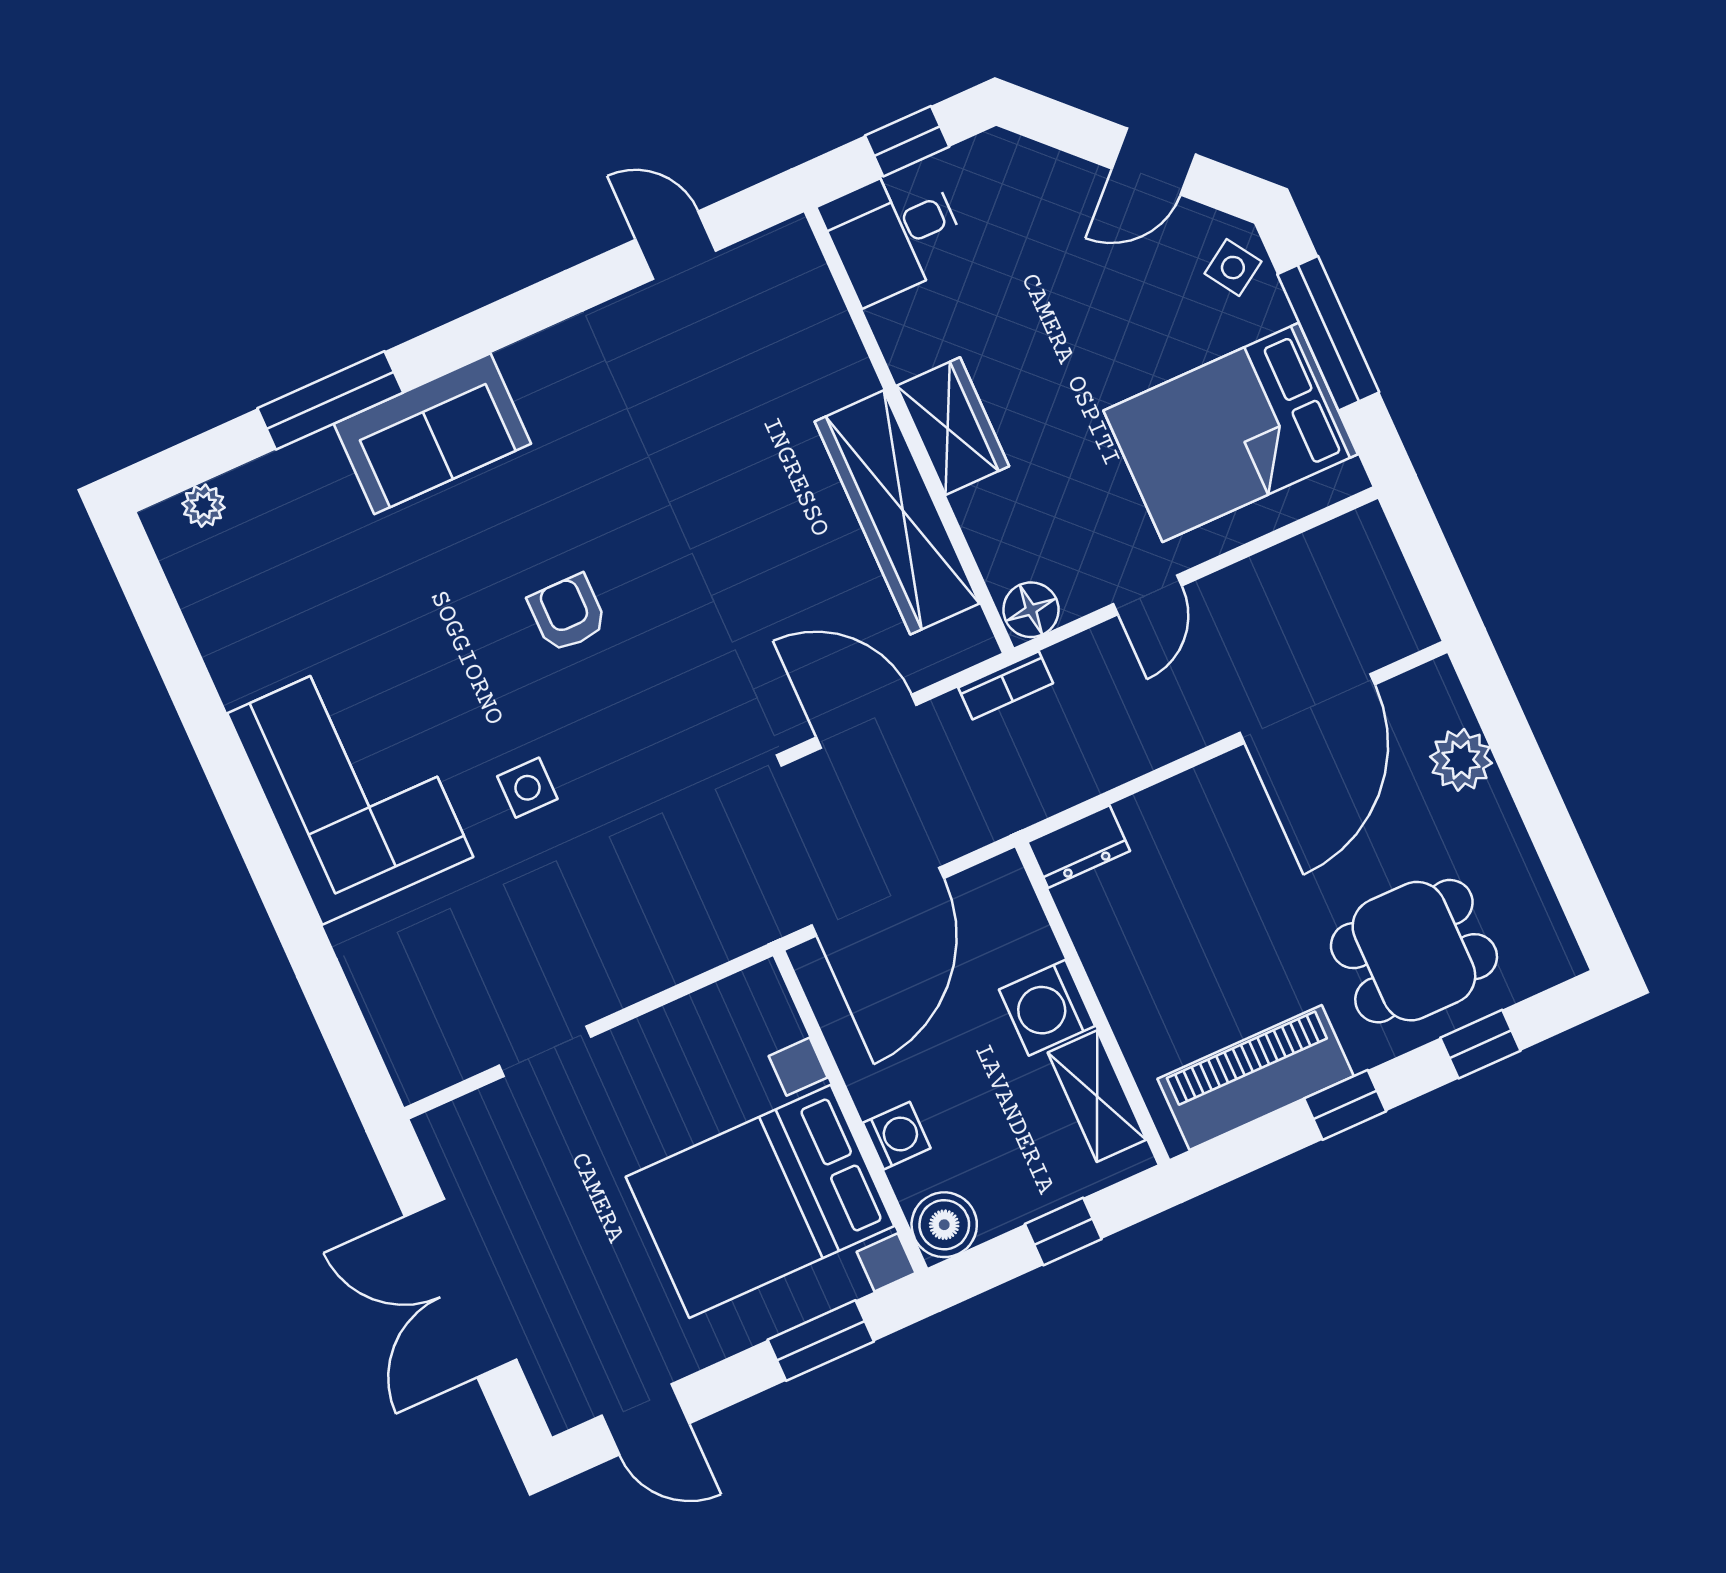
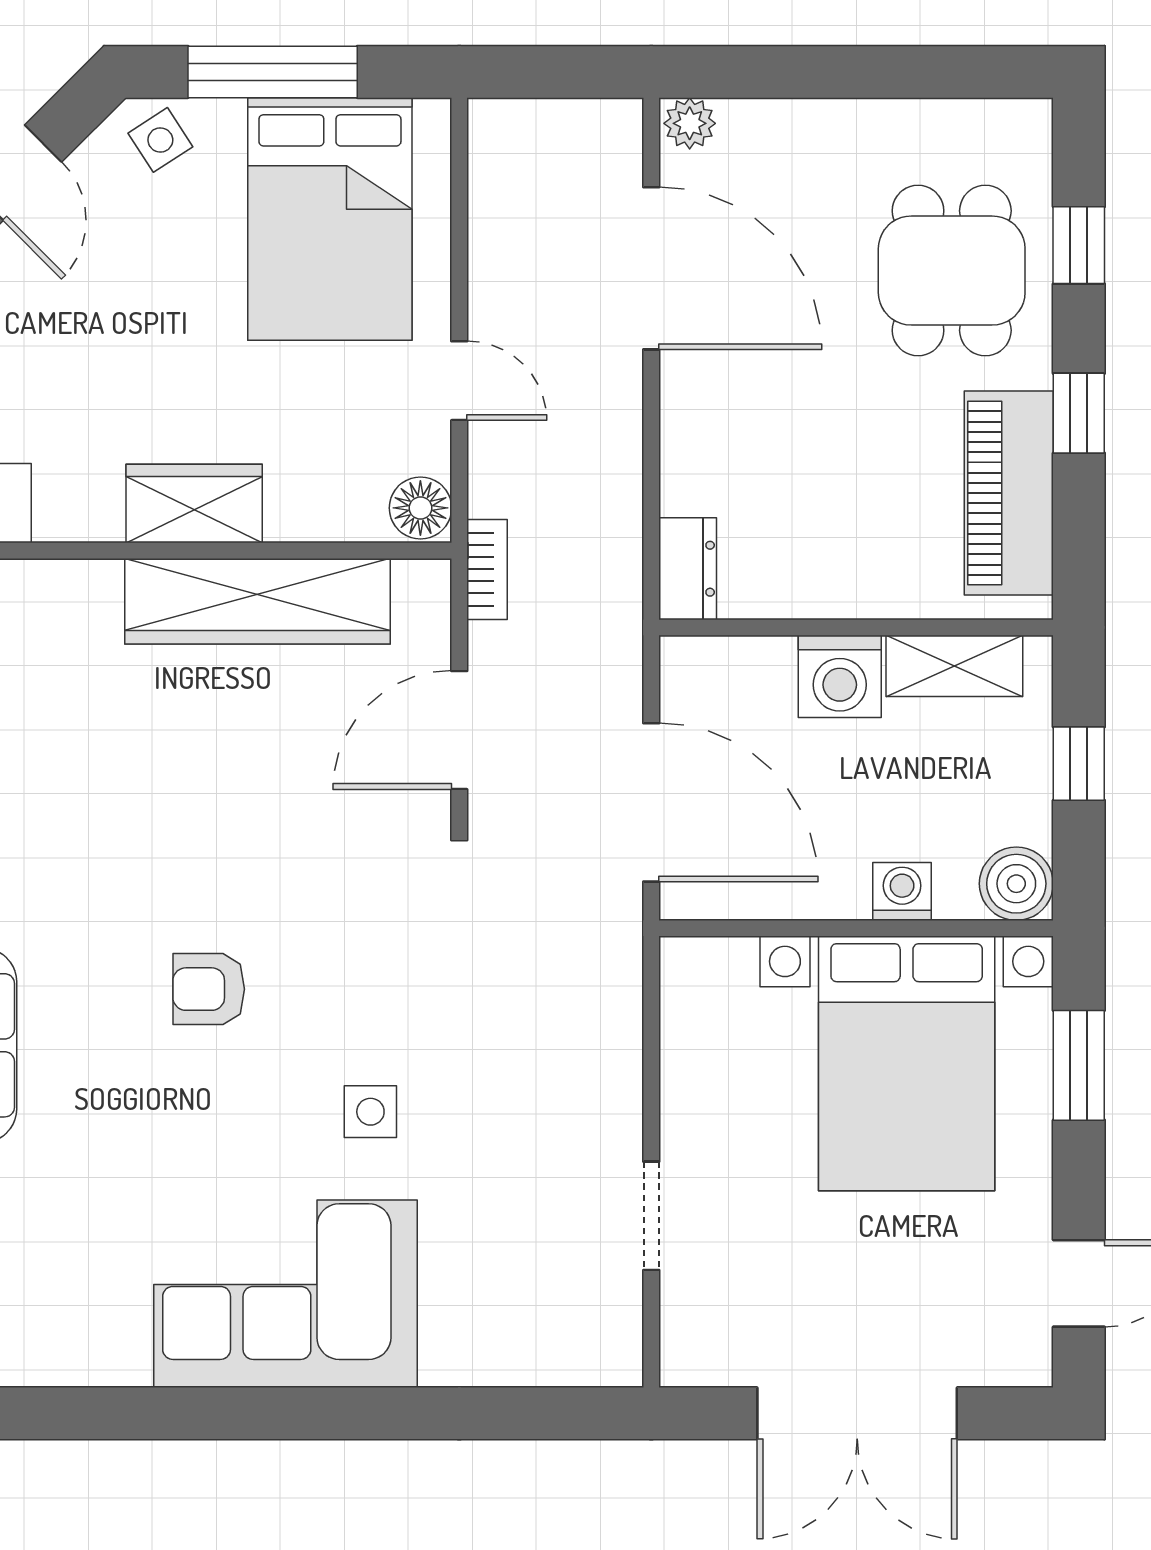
plant: (1461, 760) -> (690, 123), moved, width x0.73, depth x0.73

